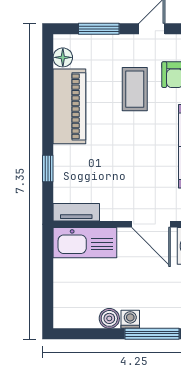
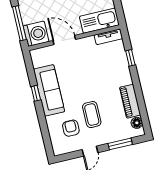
piano: (69, 106) -> (130, 101), width x0.73, depth x0.75

